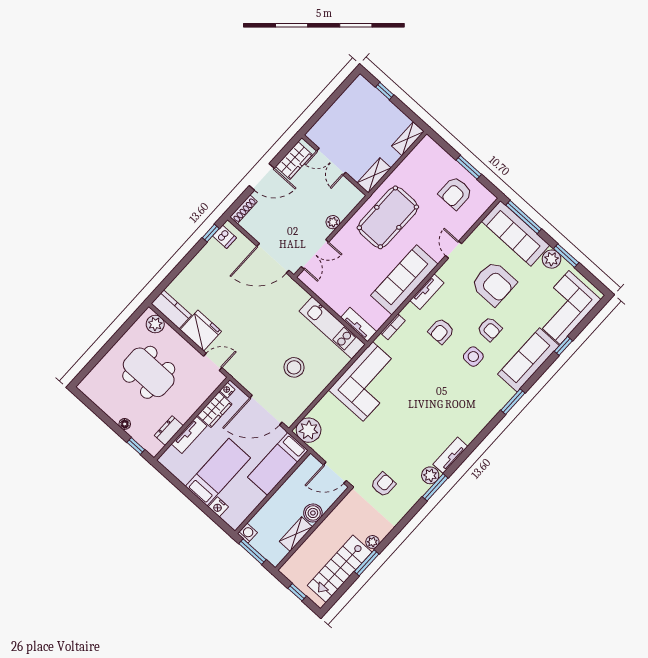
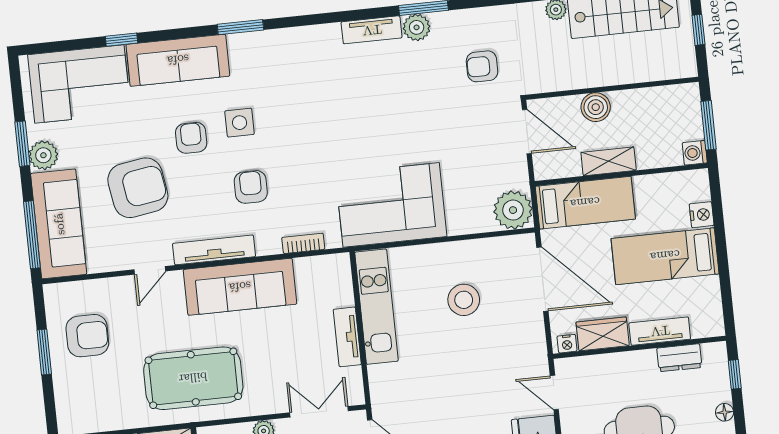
armchair: (494, 283) -> (138, 188), turned 81
tv unit: (427, 292) -> (214, 250), width x1.41
tv unit: (359, 325) -> (347, 337), moved
armchair: (441, 331) -> (251, 187), turned -90
shelving: (296, 534) -> (609, 161), moved

